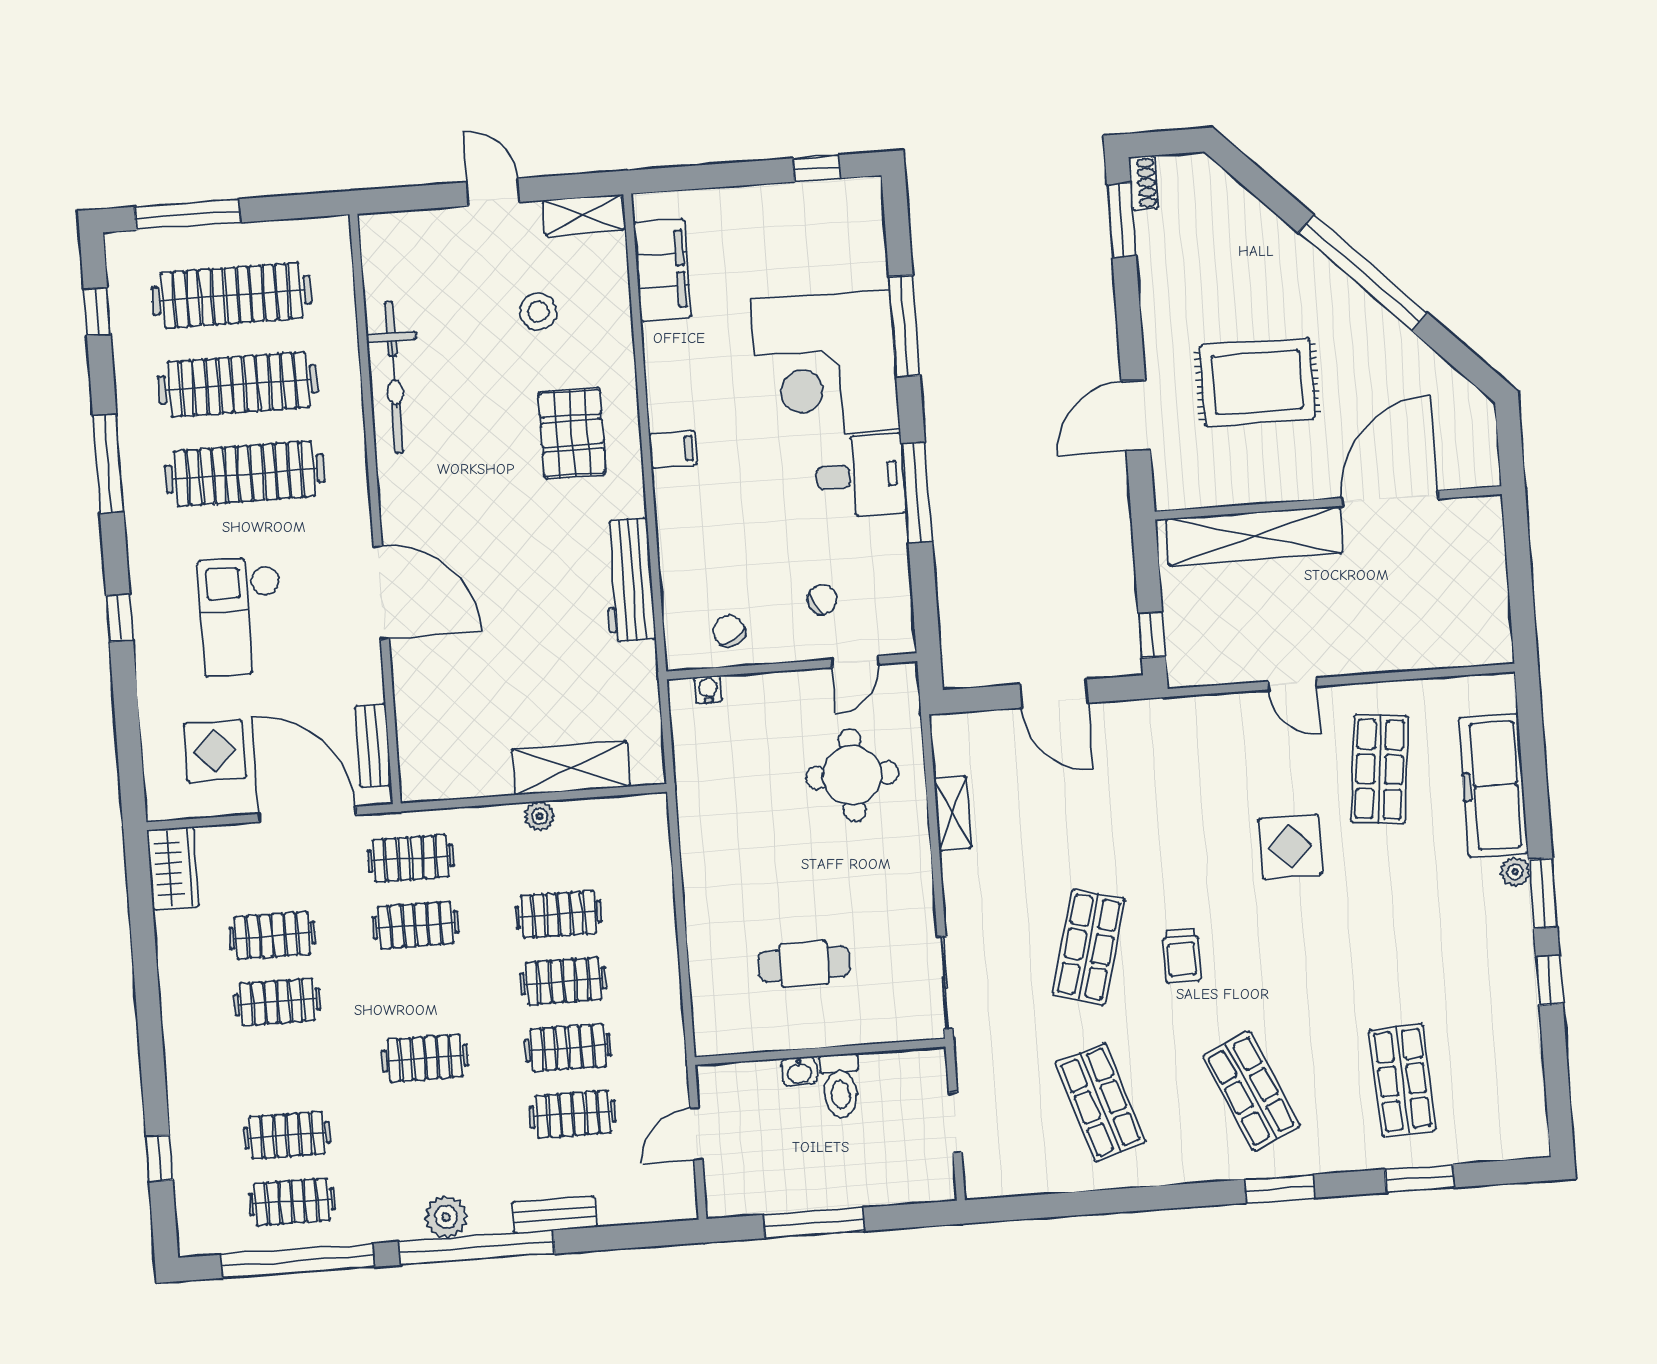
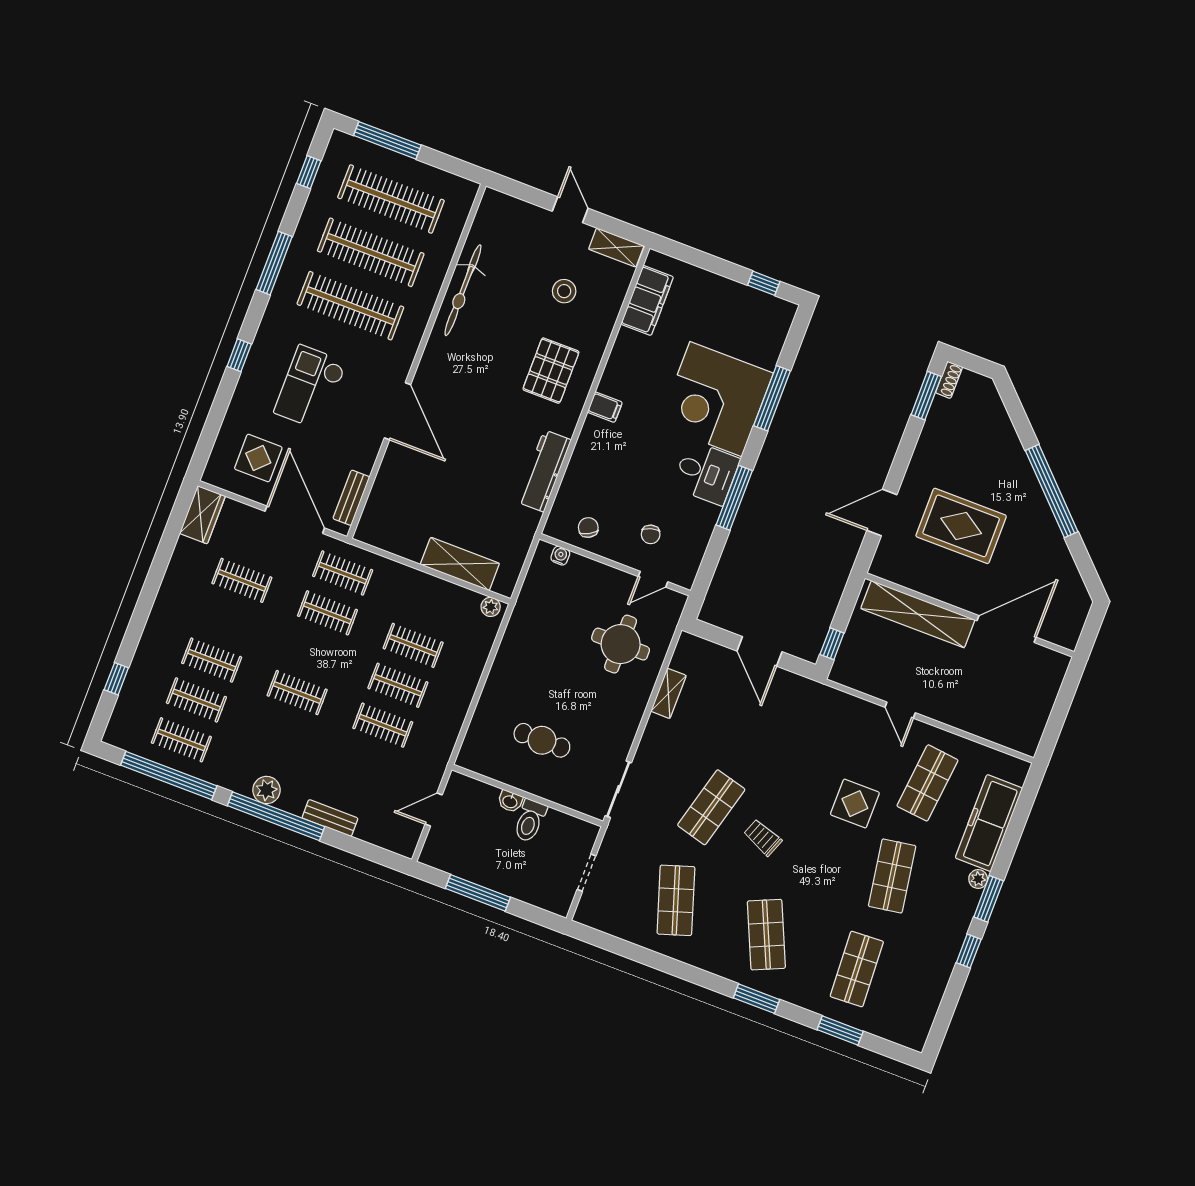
chair: (822, 600) -> (651, 534), turned 99
plant: (540, 816) -> (491, 607), moved
shop shelf: (1391, 925) -> (892, 876), added
trolley: (1182, 956) -> (763, 838), turned 111
clothes rail: (277, 1002) -> (212, 660), moved
clothes rail: (573, 1114) -> (368, 765), removed

